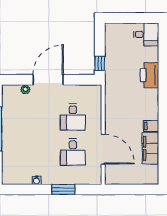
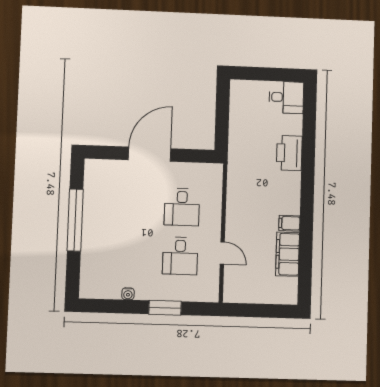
window: (100, 63) -> (222, 134), removed
plant: (25, 89) -> (117, 166), removed
door: (103, 149) -> (222, 253), width x0.53

